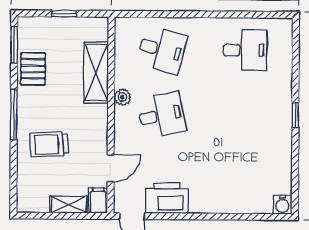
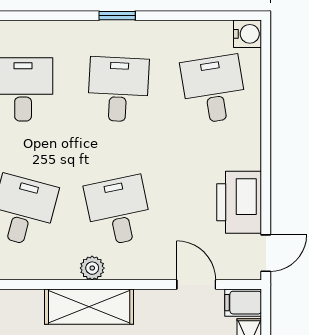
shelving: (96, 73) -> (89, 307), moved
desk: (245, 116) -> (118, 89), added
desk: (244, 181) -> (214, 89), added

